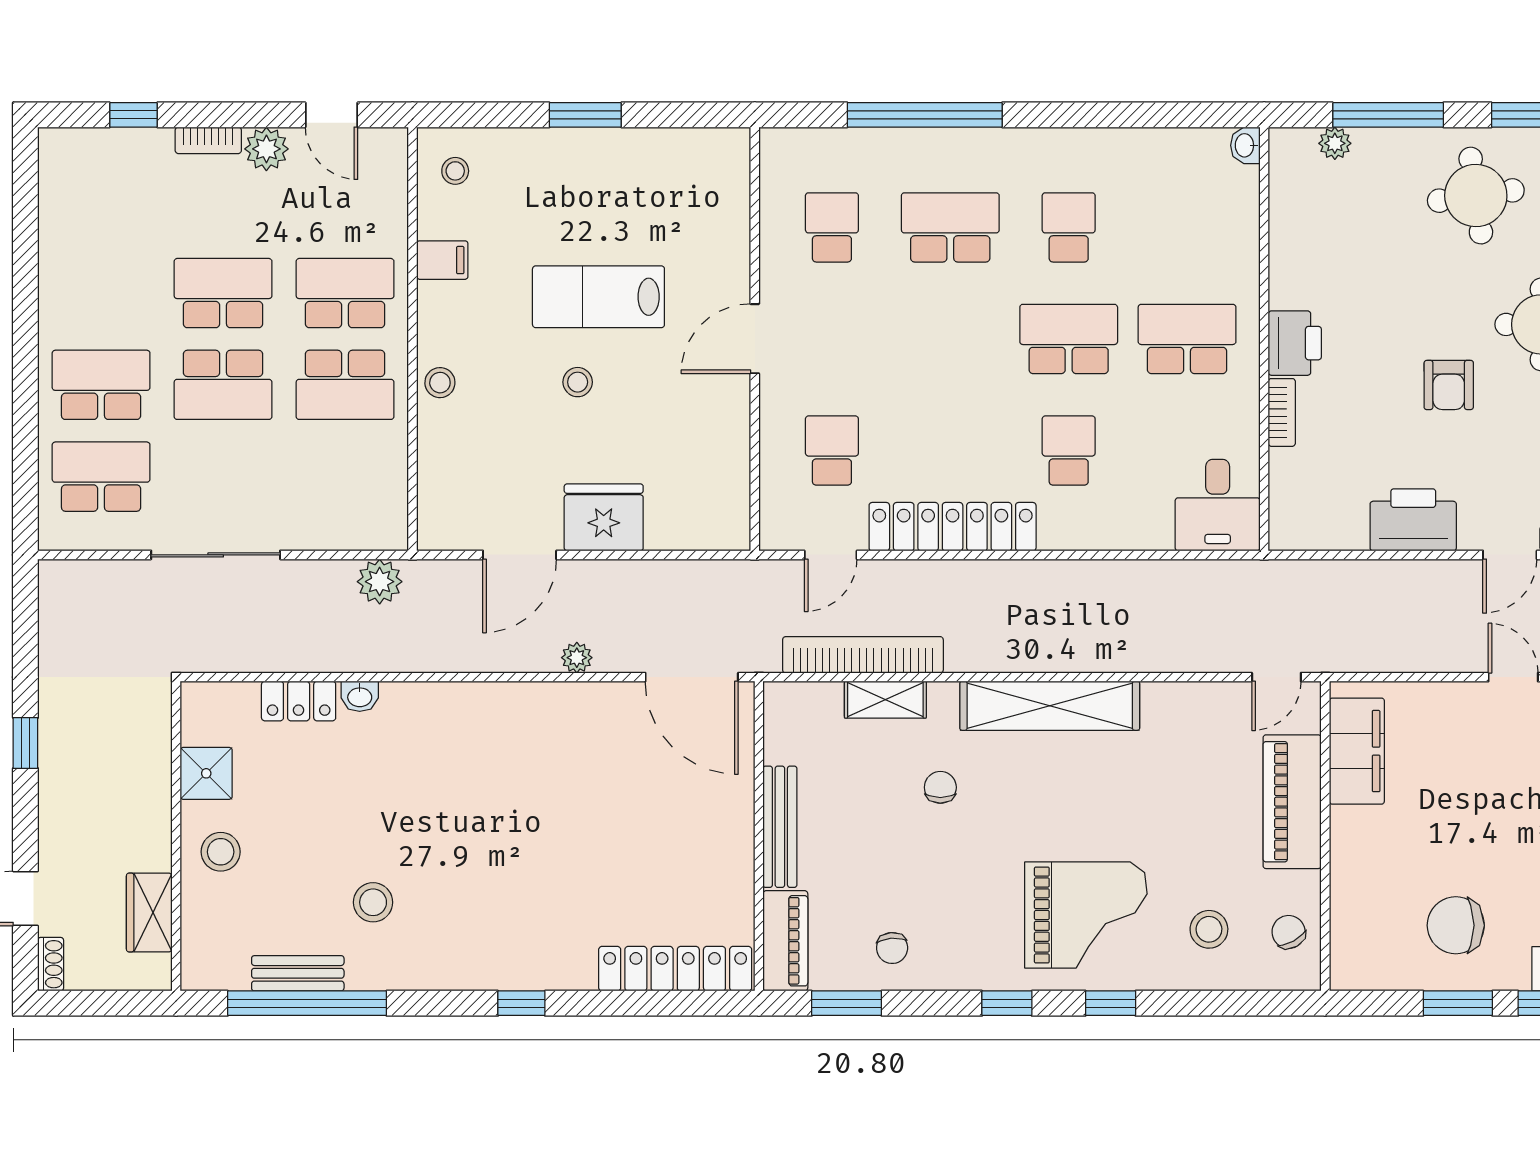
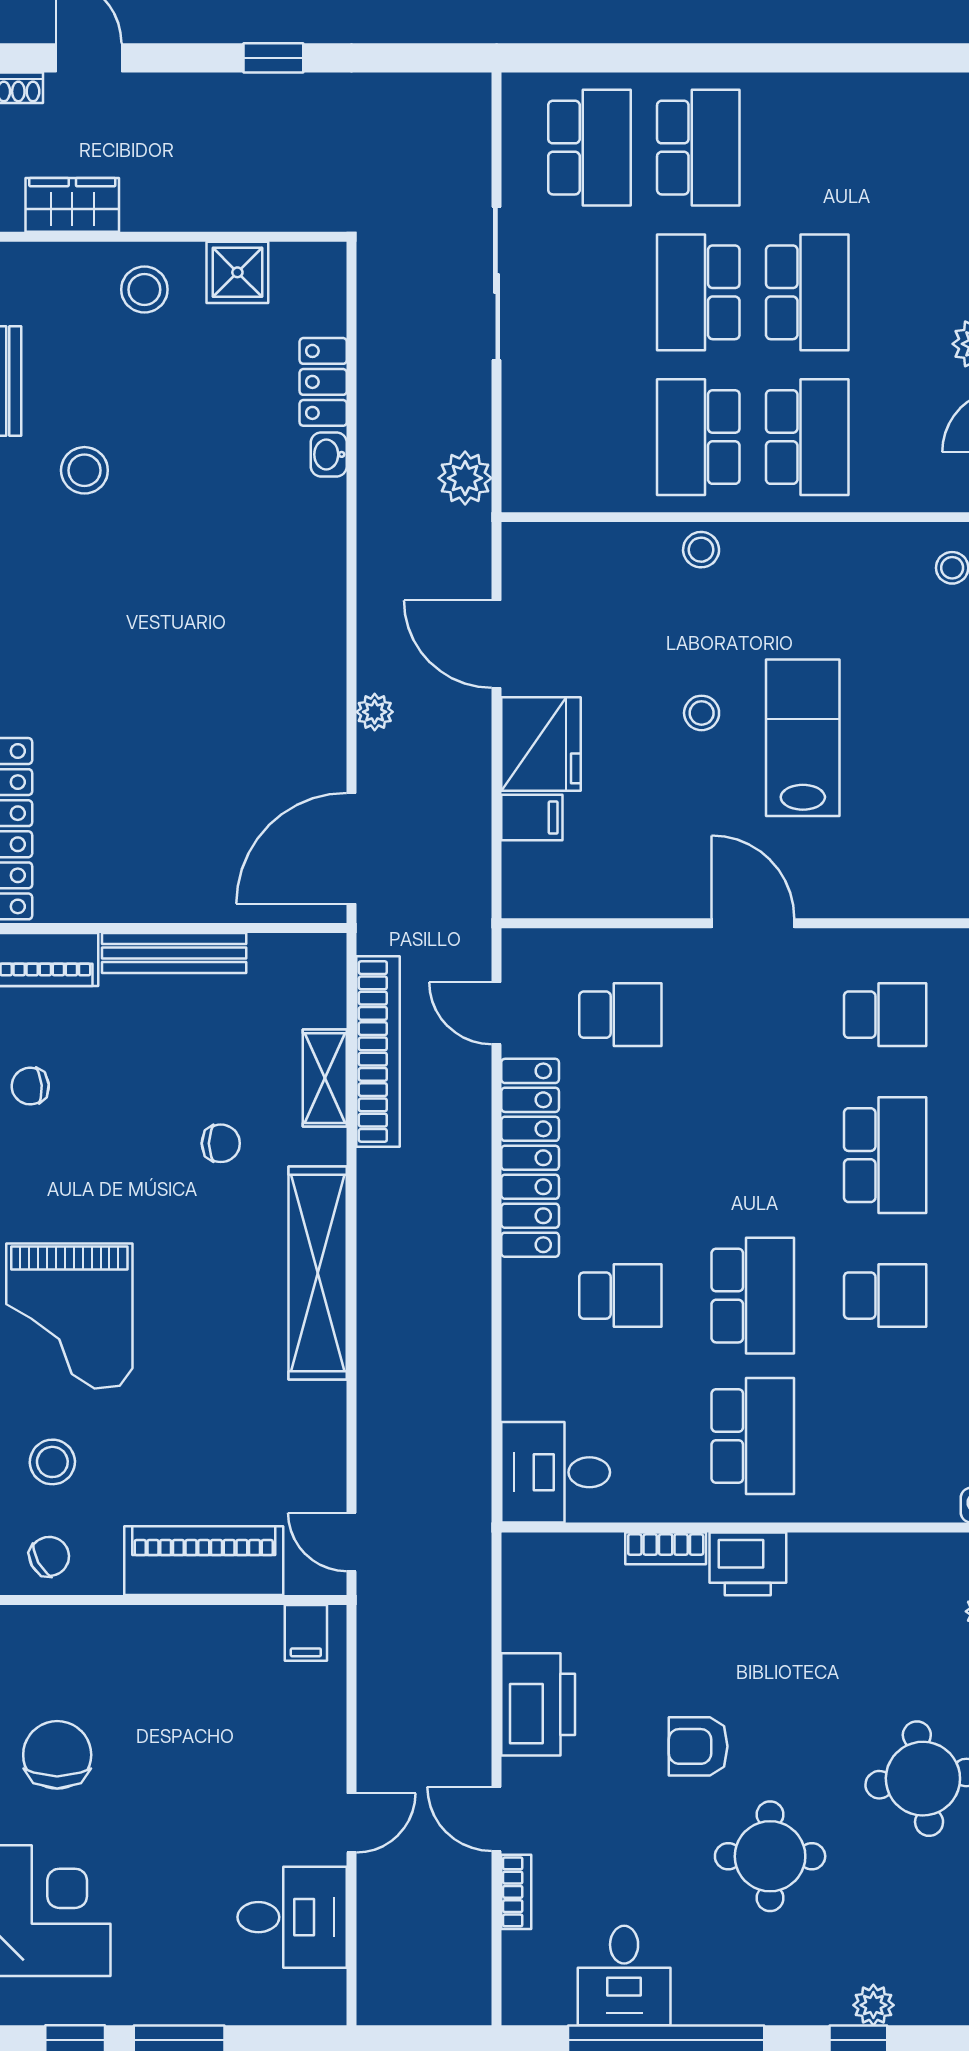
filing cabinet: (442, 260) -> (532, 818), moved, turned -90
filing cabinet: (1357, 751) -> (306, 1633), width x0.33, depth x0.86

